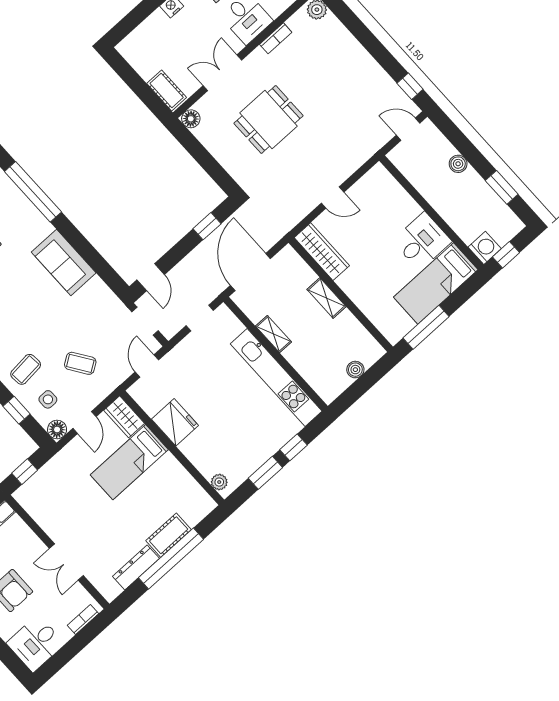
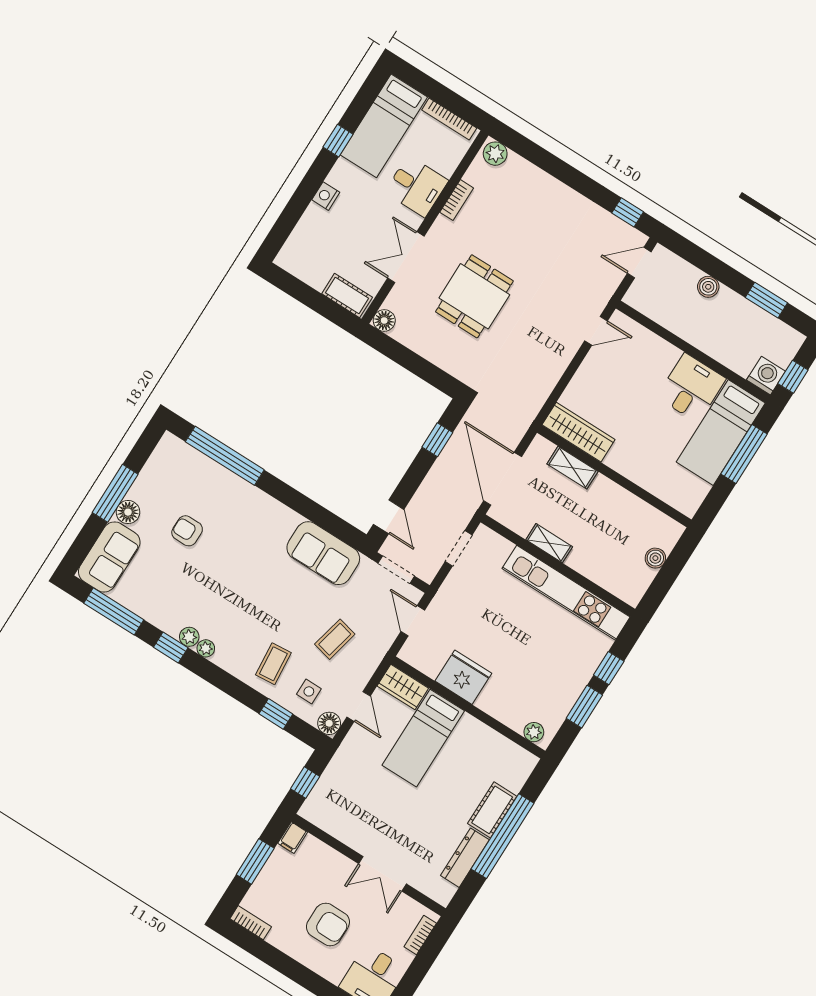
door: (333, 198) -> (596, 331), moved
sofa: (64, 263) -> (323, 553), moved
shelving: (327, 298) -> (572, 468), moved
window: (426, 327) -> (744, 454), moved
coffee table: (80, 363) -> (335, 639), turned -43

